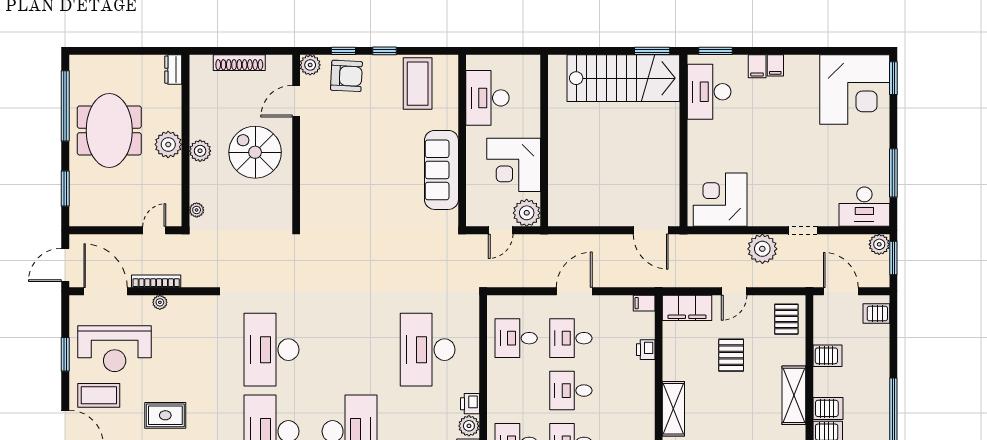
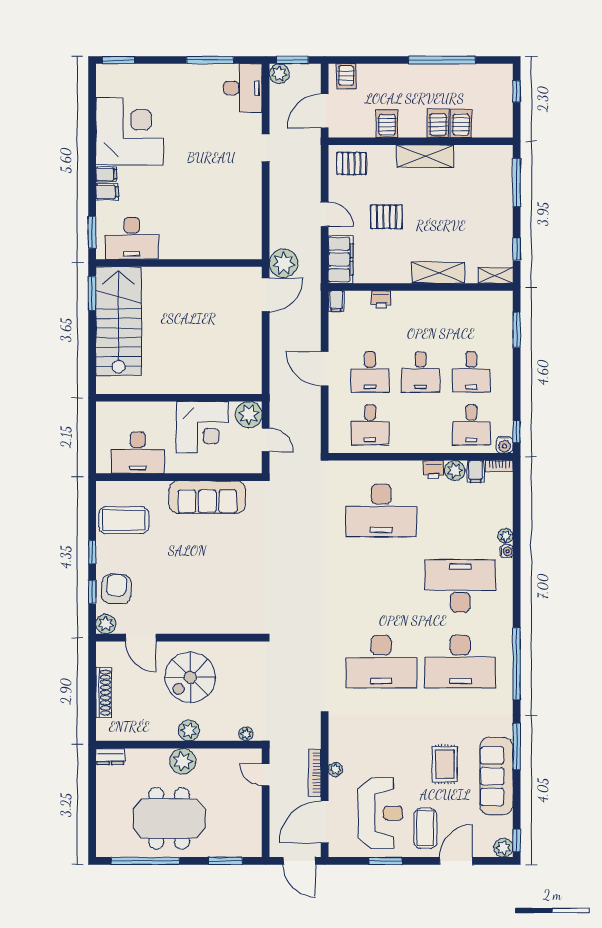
corner desk: (855, 90) -> (130, 131), moved
corner desk: (720, 200) -> (236, 227), removed
plant: (762, 249) -> (284, 263), moved

